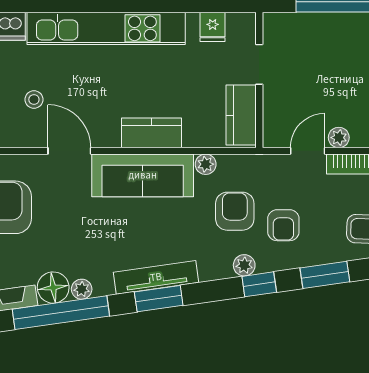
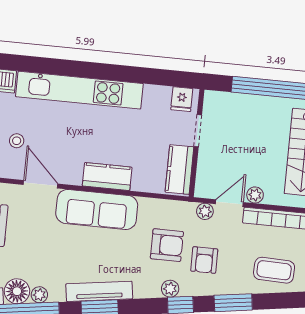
fridge: (213, 27) -> (182, 99), moved
plant: (206, 164) -> (205, 211), moved
armchair: (235, 211) -> (167, 245), turned 90

